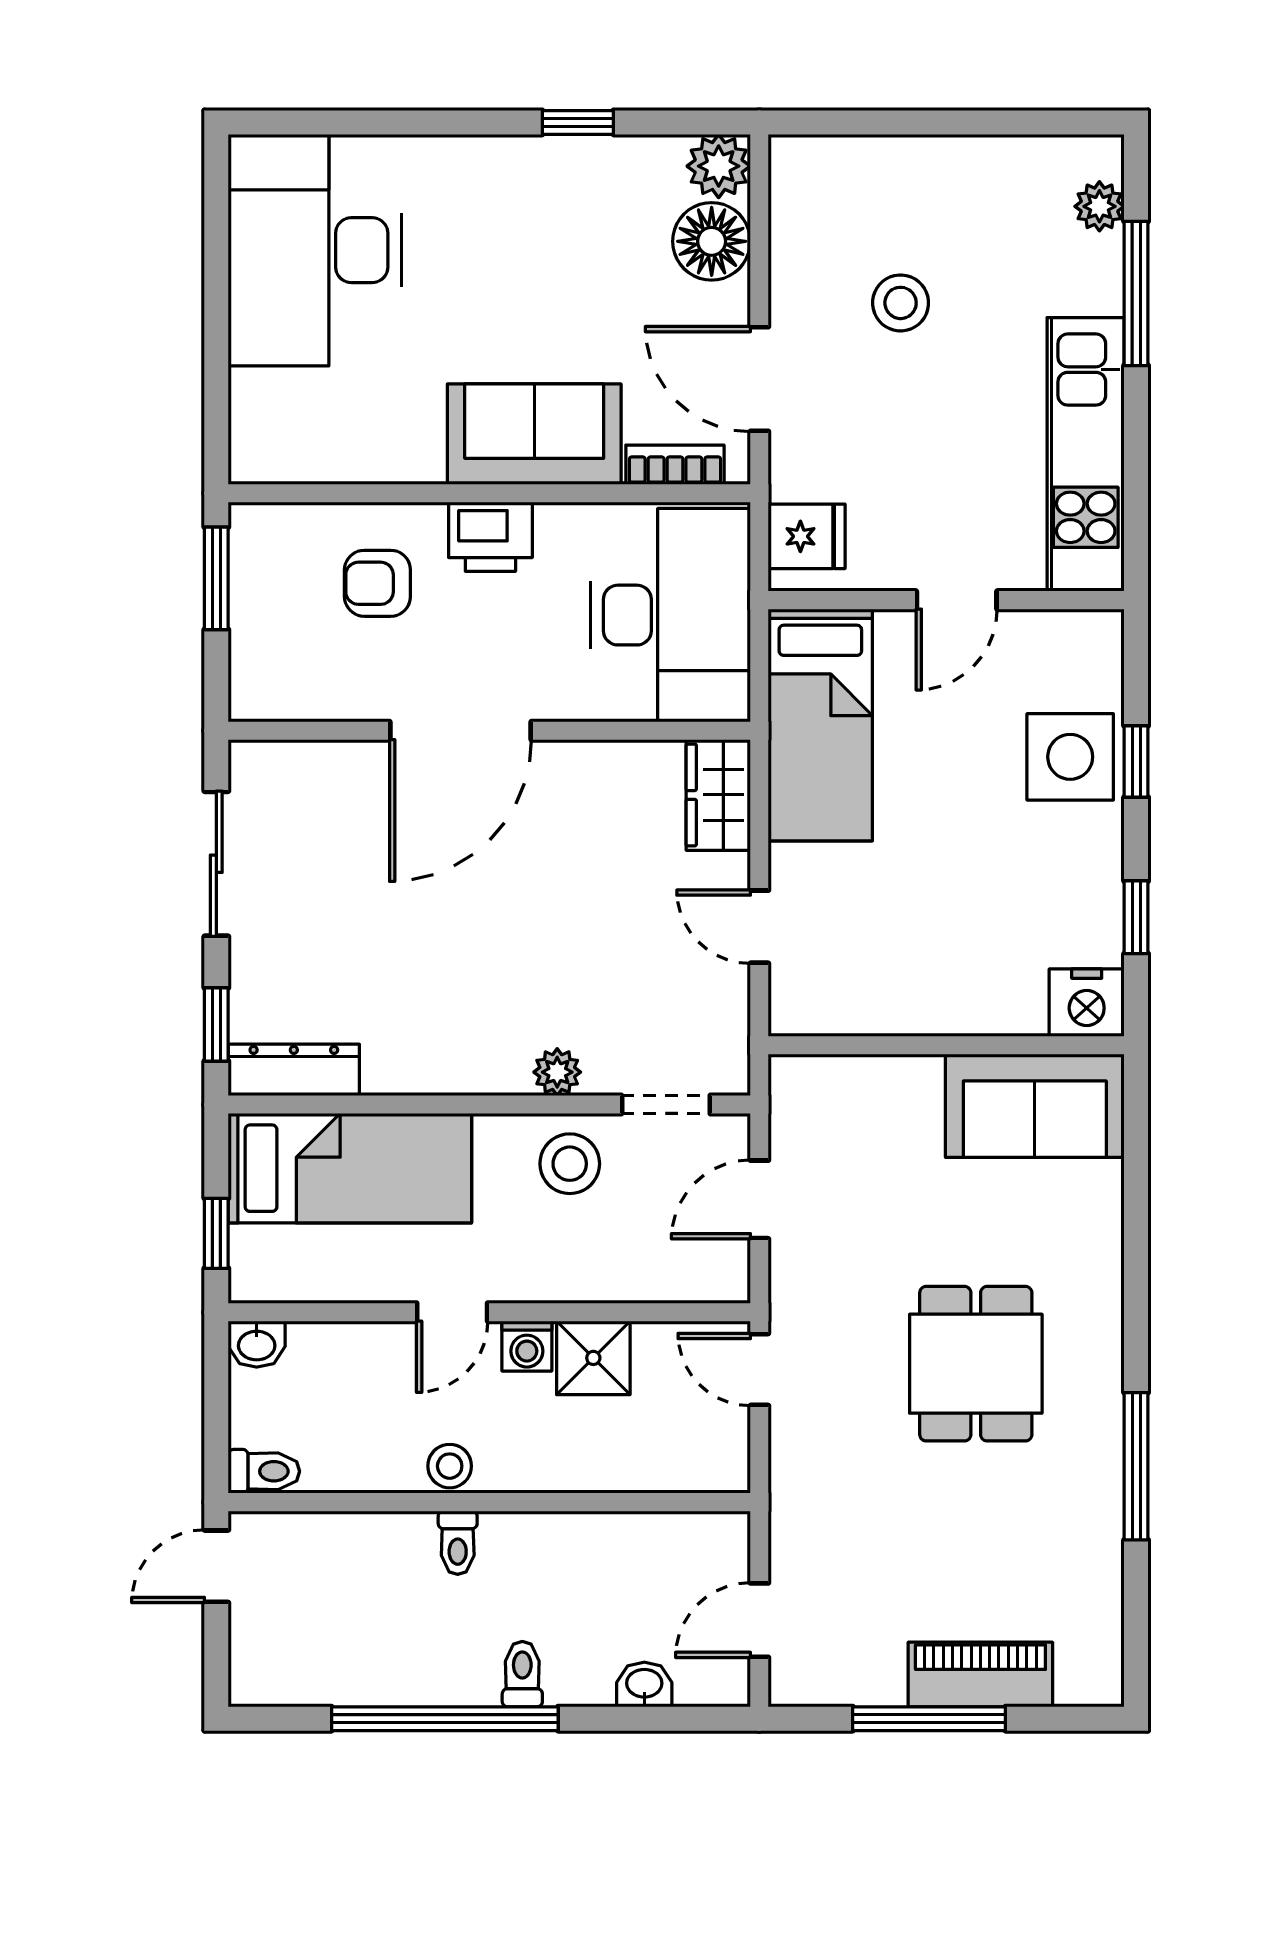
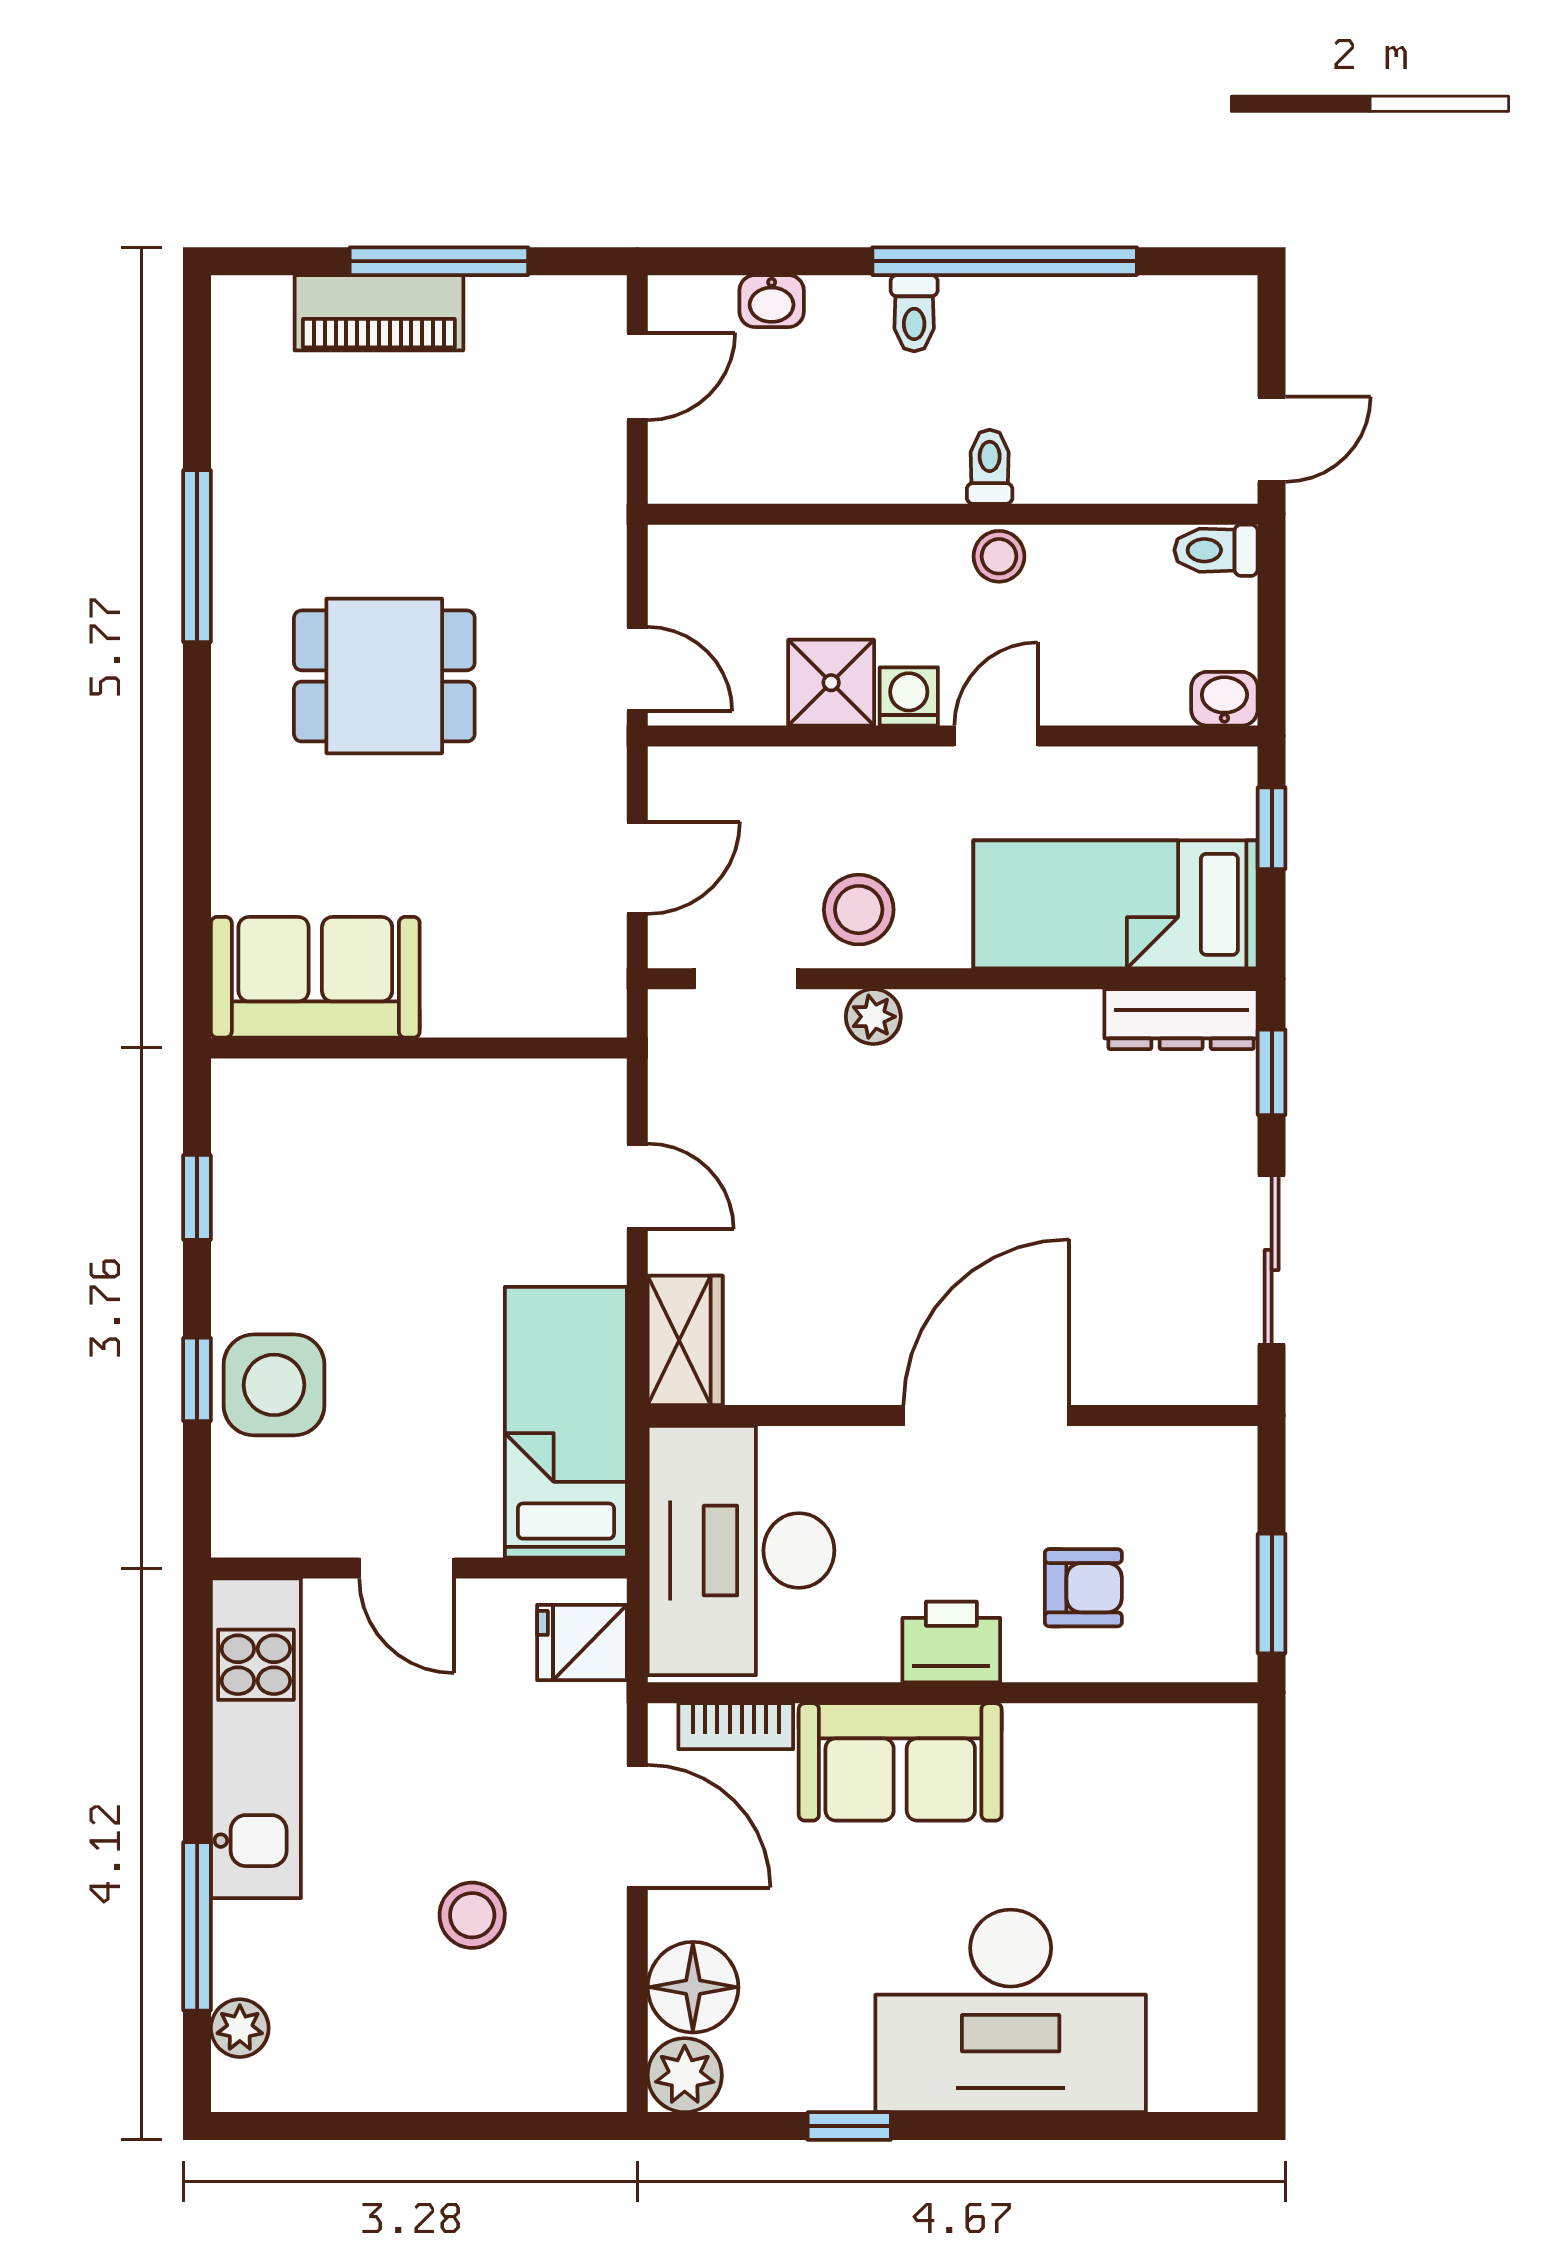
desk: (315, 250) -> (1011, 2011), moved, turned 90
door: (957, 600) -> (407, 1568), swing flipped
nightstand: (1087, 1003) -> (255, 1098), removed
dining table: (976, 1364) -> (384, 676), turned 90

